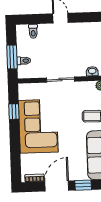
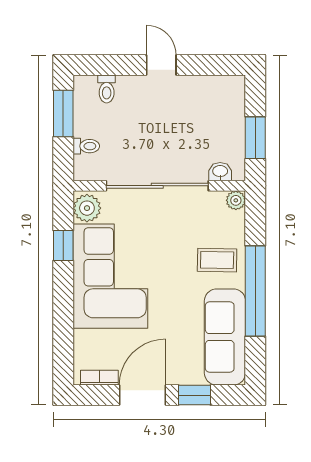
window: (12, 57) -> (63, 114), moved
sliding door: (60, 80) -> (157, 186), width x1.86
plant: (25, 92) -> (87, 208), added

